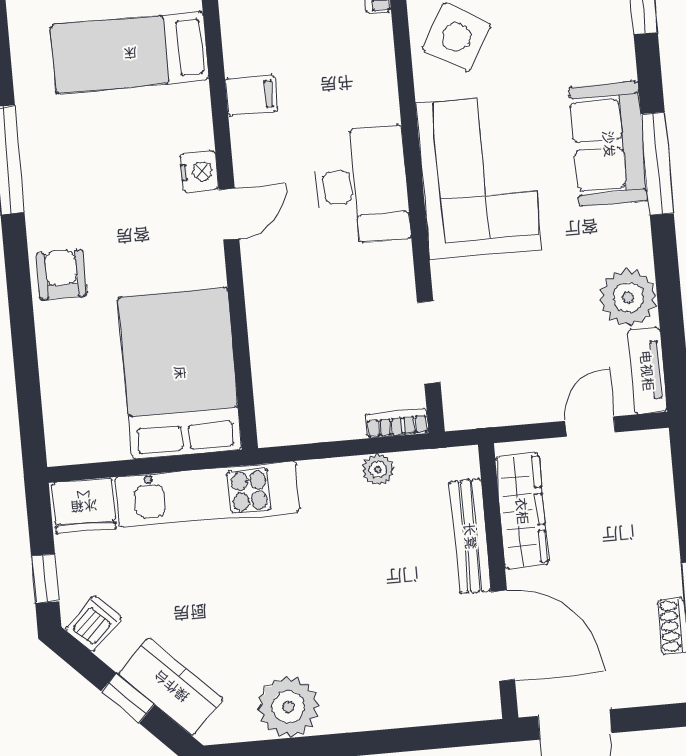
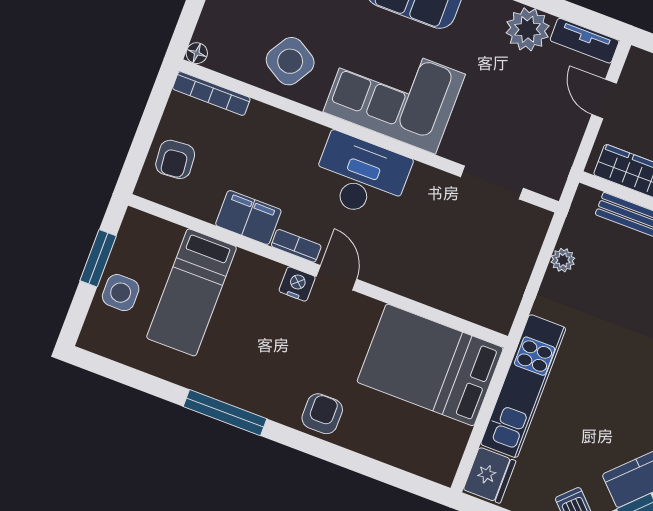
filing cabinet: (251, 95) -> (248, 217), width x2.00
armchair: (61, 274) -> (322, 414), turned 90
bookcase: (397, 423) -> (296, 246), moved, turned 90

